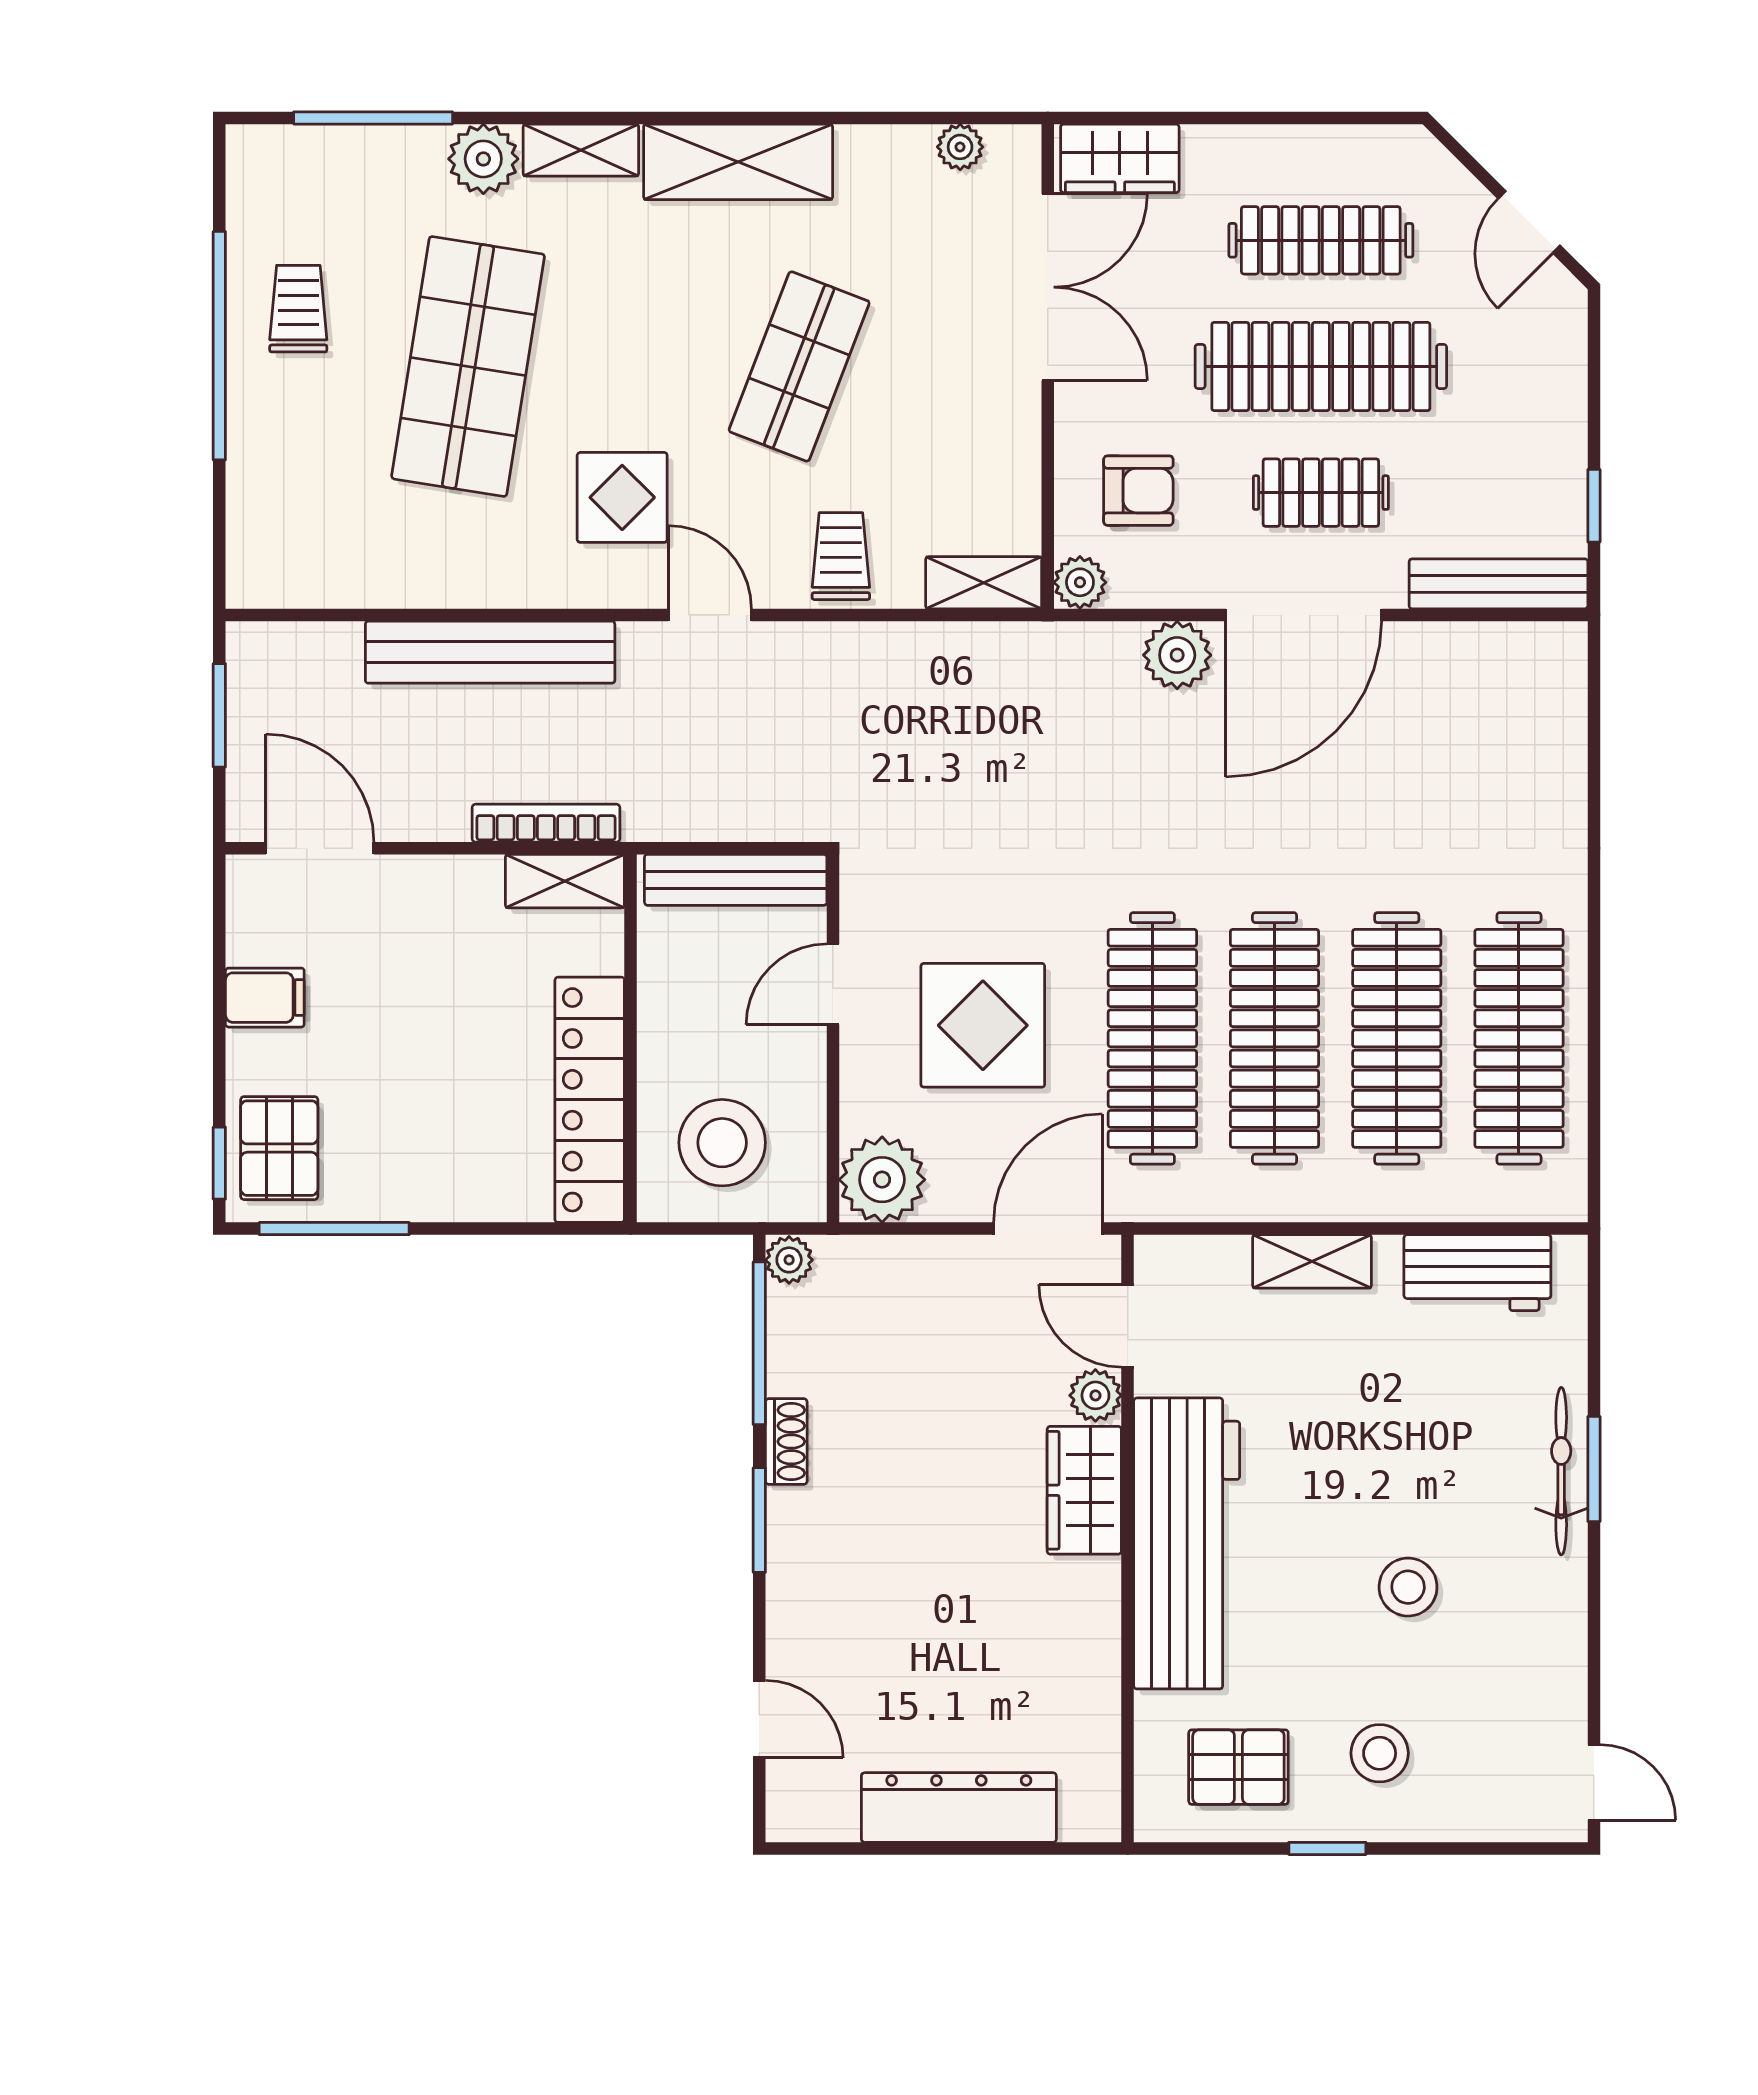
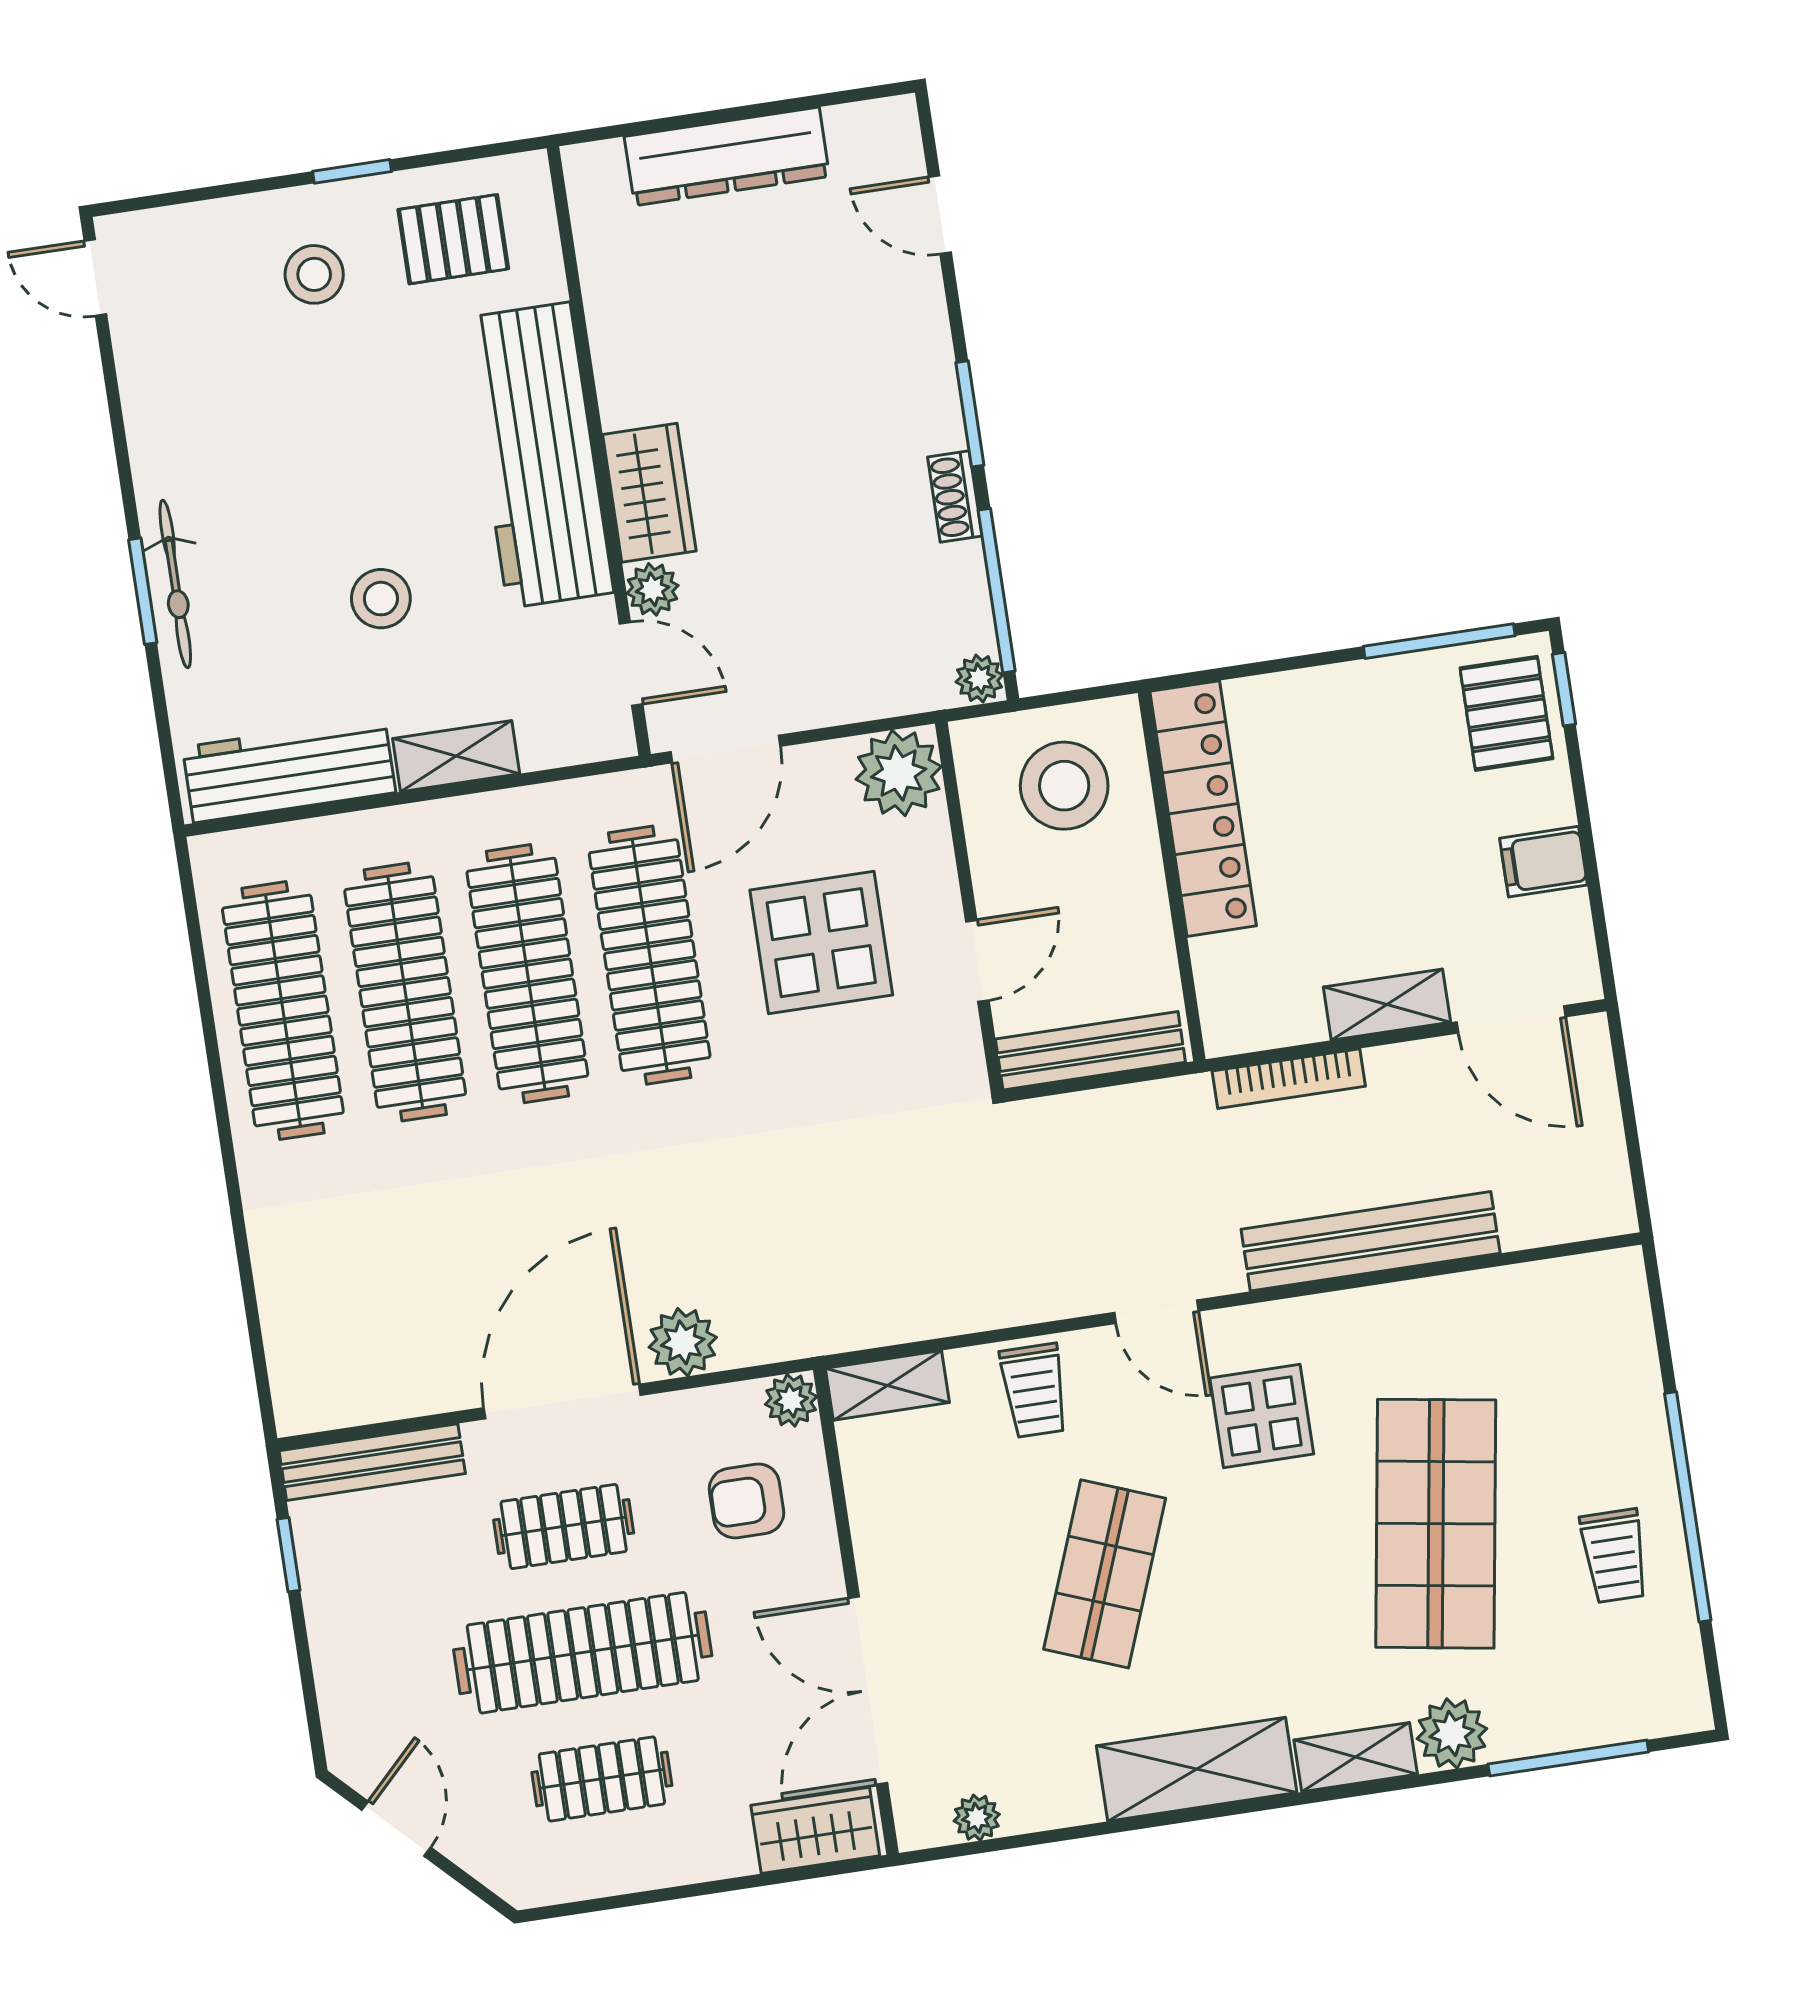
clothes rail: (1321, 240) -> (602, 1779), width x0.73
window: (219, 715) -> (1632, 1137), removed
shelving: (565, 881) -> (1387, 1005), moved
workbench: (1477, 1273) -> (289, 770), width x1.38
stool: (1408, 1587) -> (381, 599), moved

